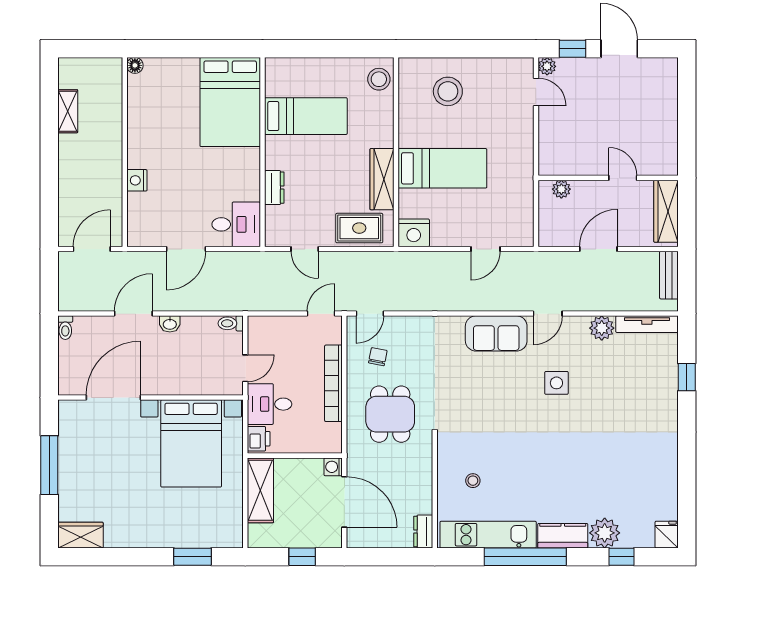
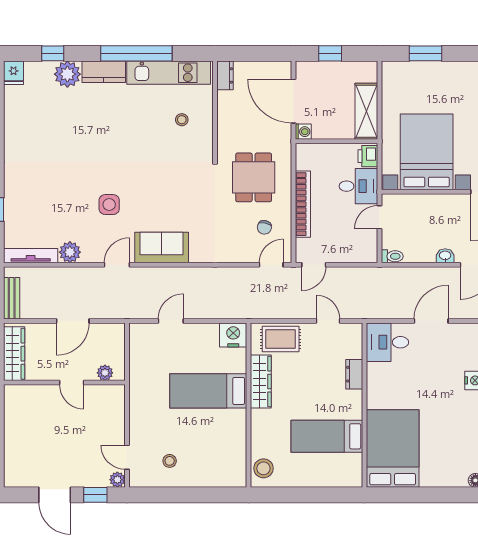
stool: (448, 91) -> (170, 461), moved, width x0.53, depth x0.53
door: (623, 178) -> (72, 383), moved

